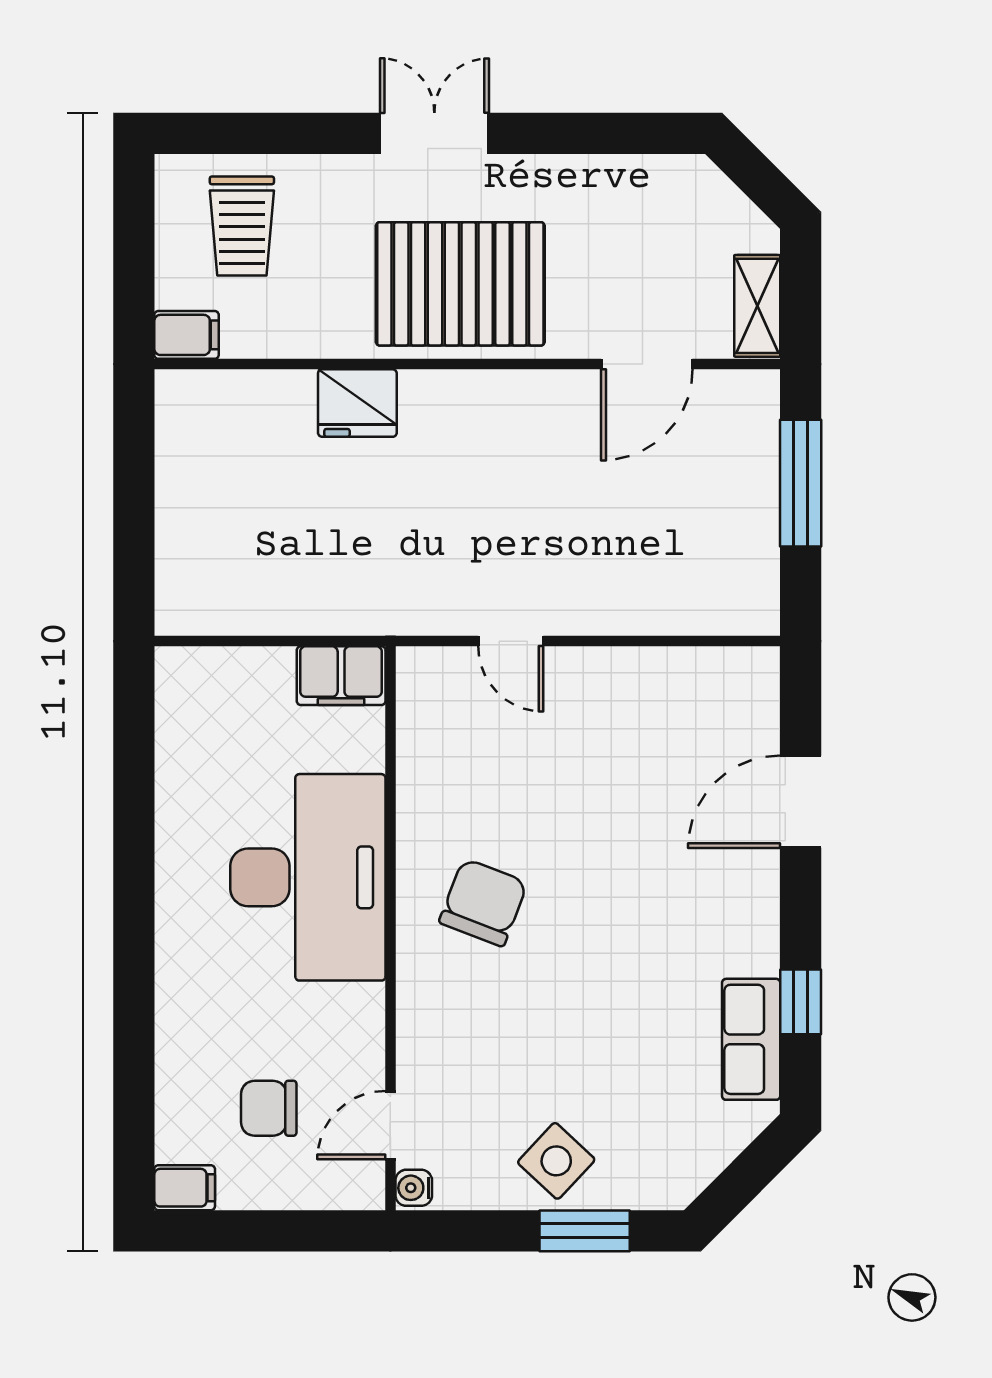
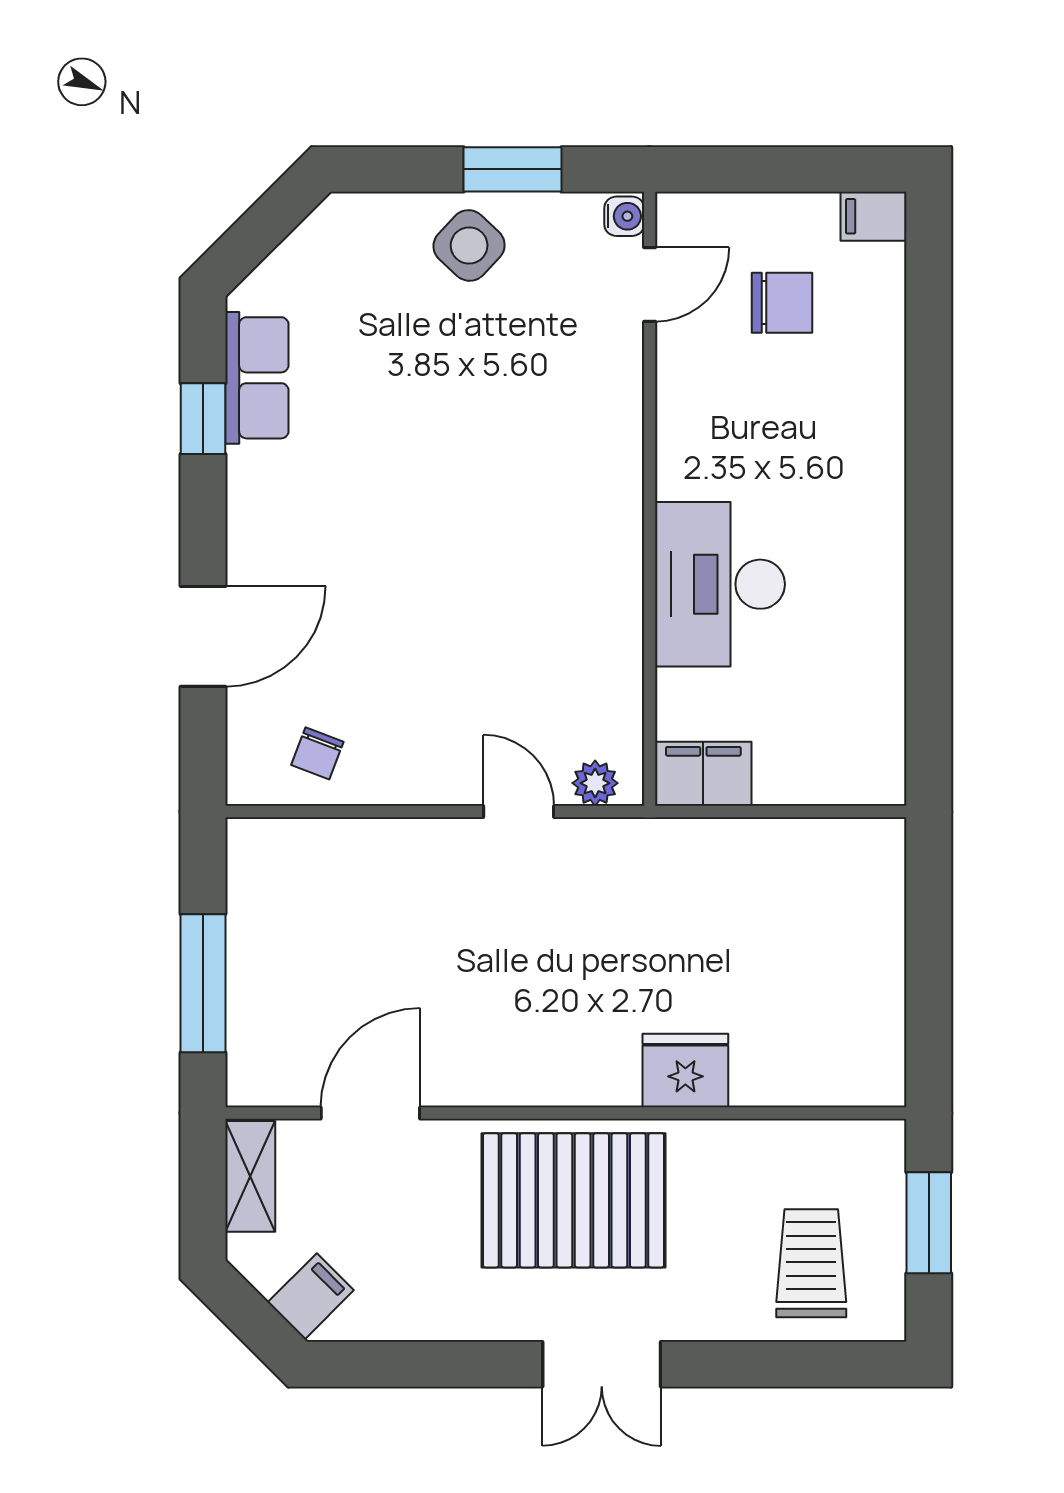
window: (134, 263) -> (929, 1223), added
filing cabinet: (187, 335) -> (311, 1296), moved, turned 135
plant: (441, 667) -> (595, 783), added
desk: (308, 877) -> (720, 584), width x0.73, depth x0.77
chair: (483, 902) -> (317, 753), moved, width x0.54, depth x0.54
window: (585, 1231) -> (512, 169), moved

